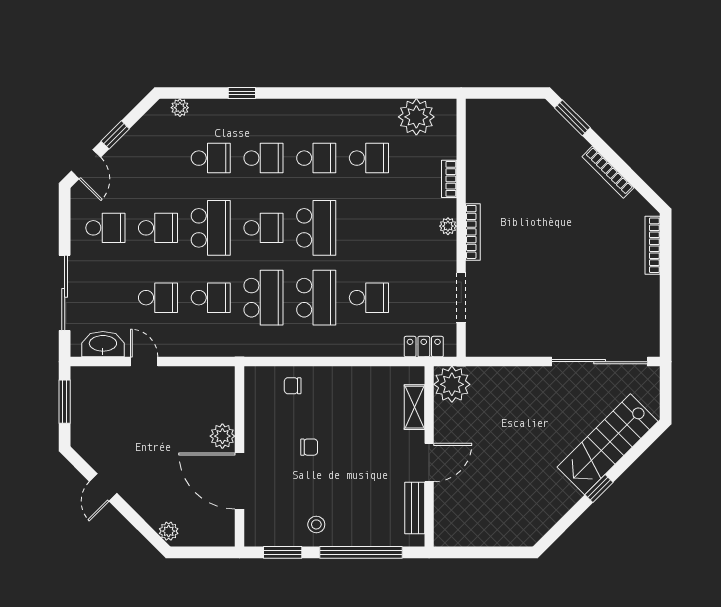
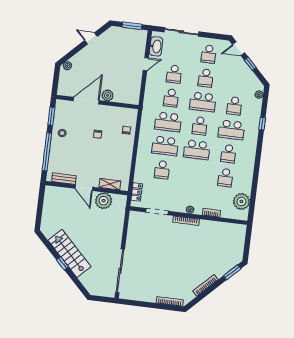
school desk: (263, 158) -> (231, 130), width x1.85
plant: (452, 384) -> (104, 201), moved
stairs: (607, 444) -> (69, 253), moved

